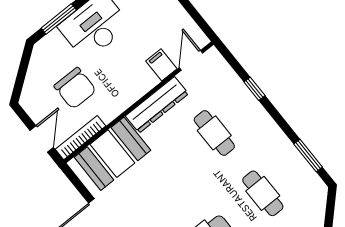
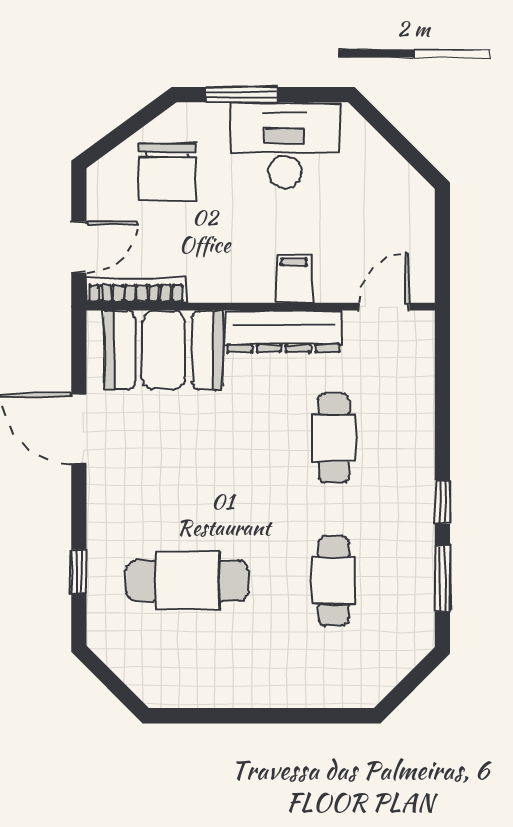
filing cabinet: (161, 65) -> (294, 279), moved
chair: (75, 88) -> (167, 172), moved
window: (255, 89) -> (442, 502), moved

